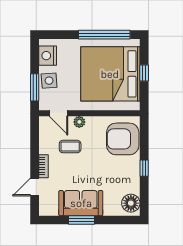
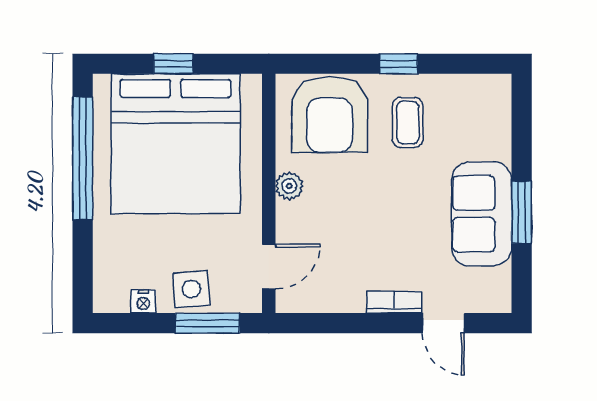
nightstand: (48, 56) -> (143, 302), width x0.53, depth x0.56
plant: (79, 122) -> (289, 186), moved
coffee table: (70, 147) -> (408, 123), moved
floor lamp: (131, 203) -> (482, 95), removed

